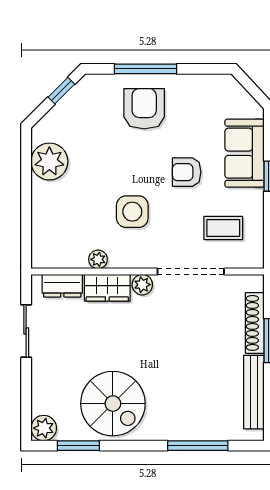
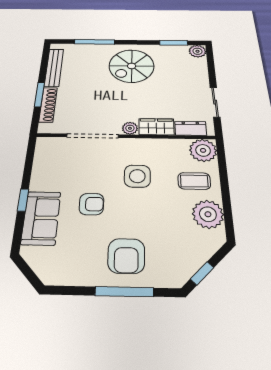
coffee table: (223, 228) -> (194, 181), moved
plant: (98, 259) -> (203, 150), moved, width x1.87, depth x1.87
spiral stairs: (113, 404) -> (132, 66), moved, turned -90

